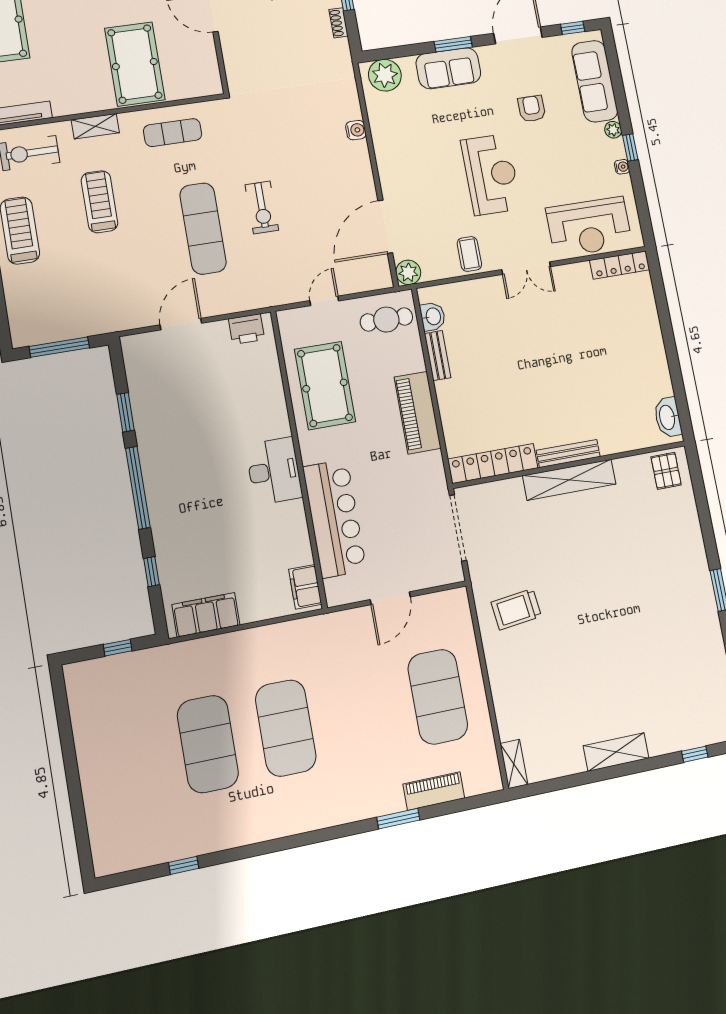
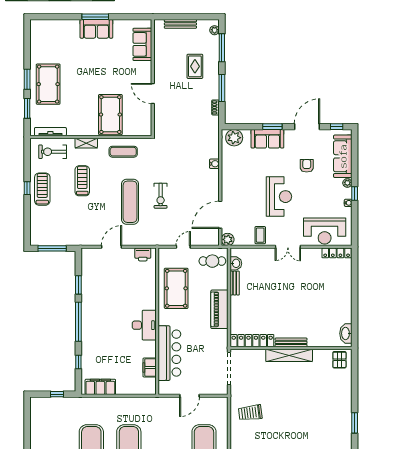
filing cabinet: (305, 587) -> (150, 368), moved

